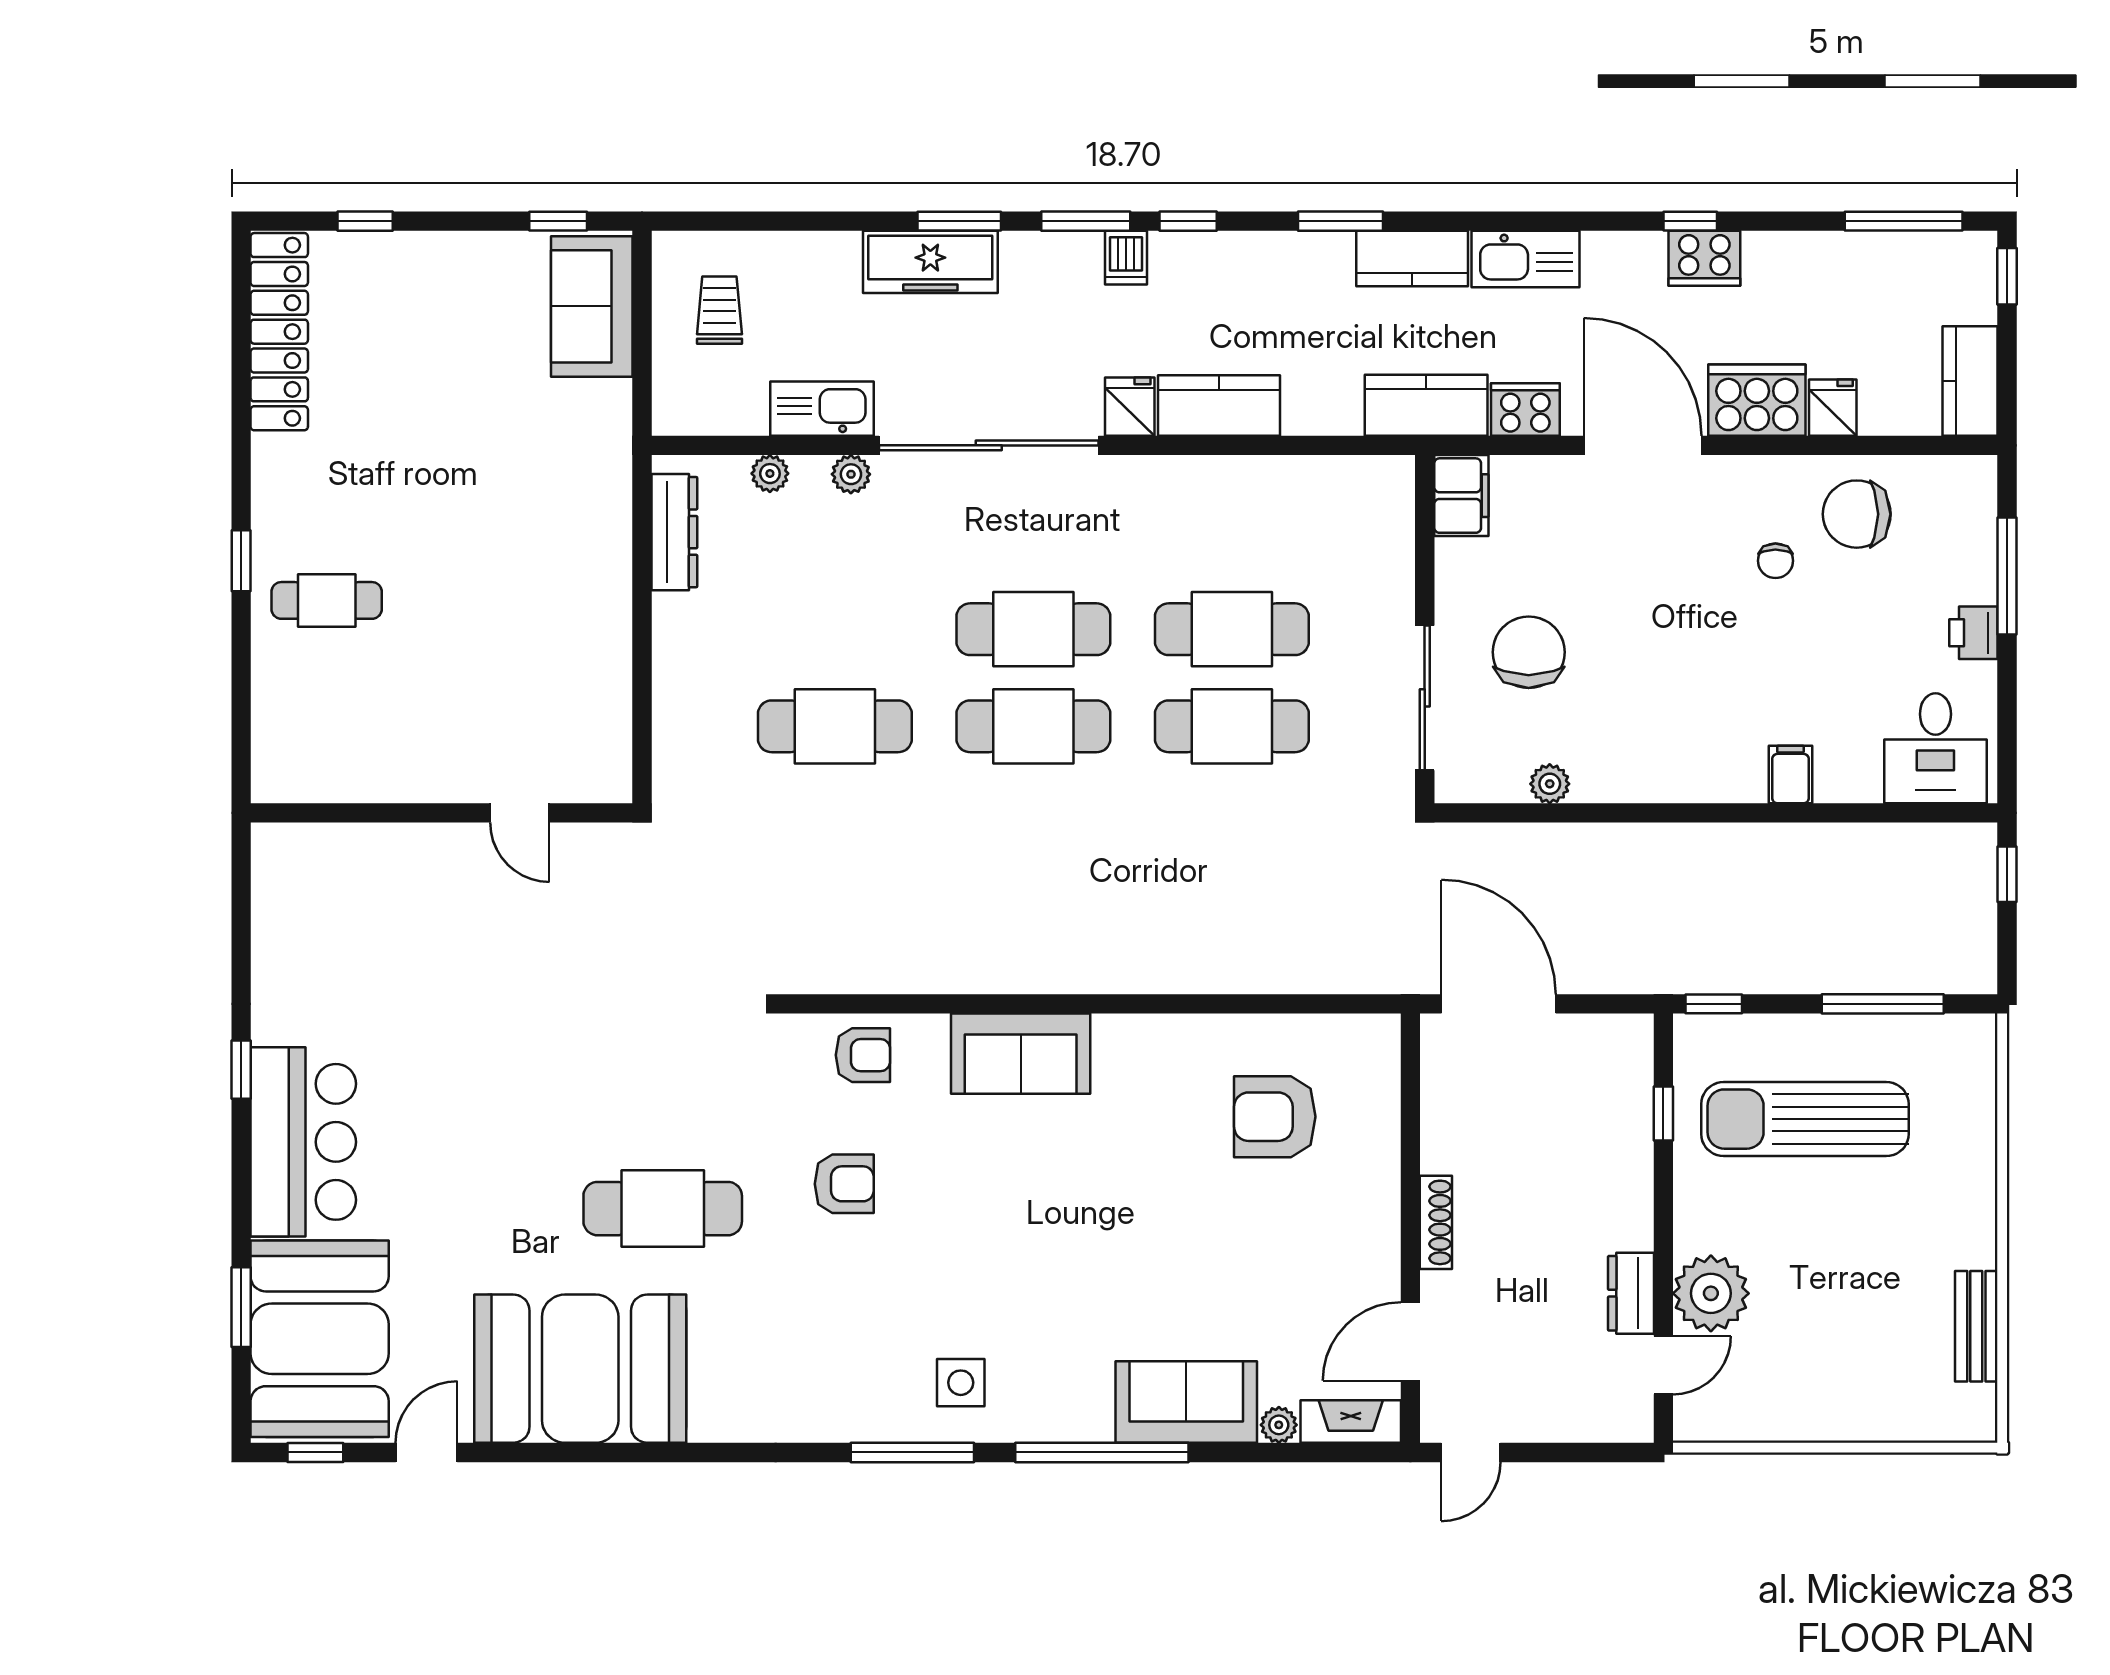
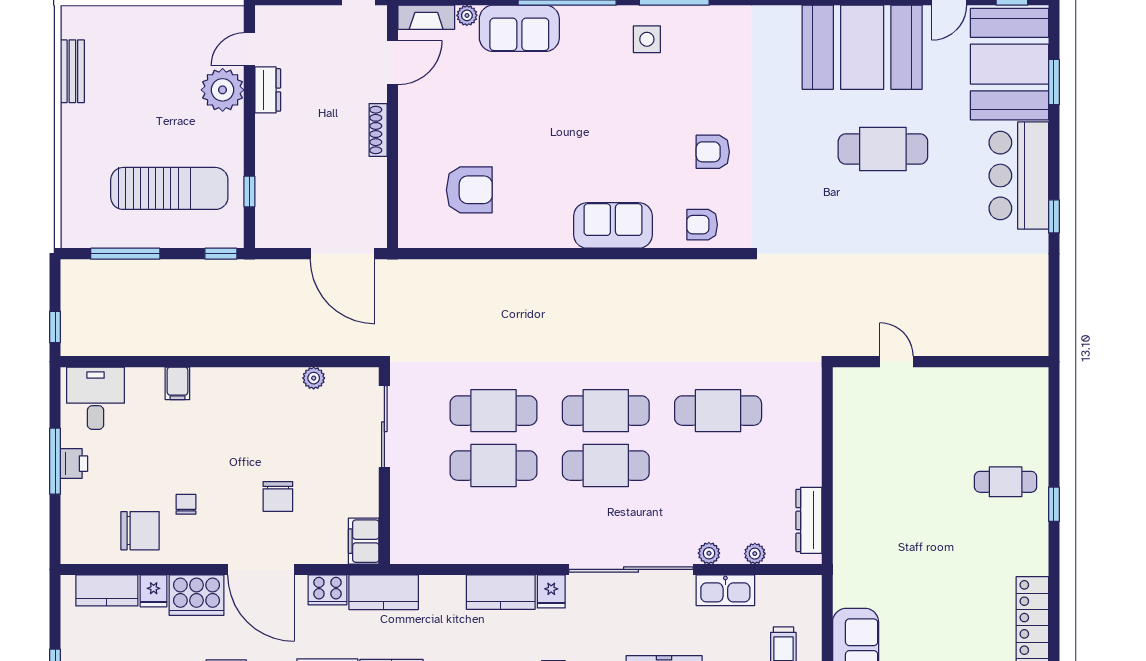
kitchen counter: (1970, 381) -> (107, 590), moved, turned 90
window: (2007, 576) -> (55, 461), moved
chair: (1529, 652) -> (278, 496), moved, width x0.73, depth x0.73
cafe table: (663, 1209) -> (883, 149), moved

